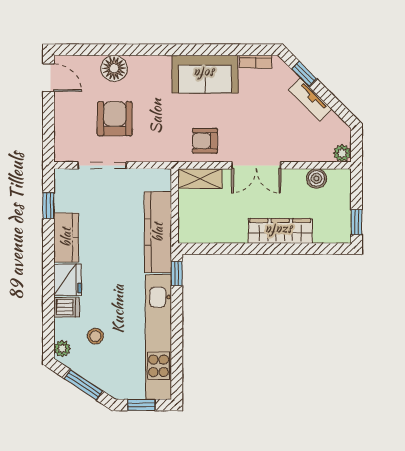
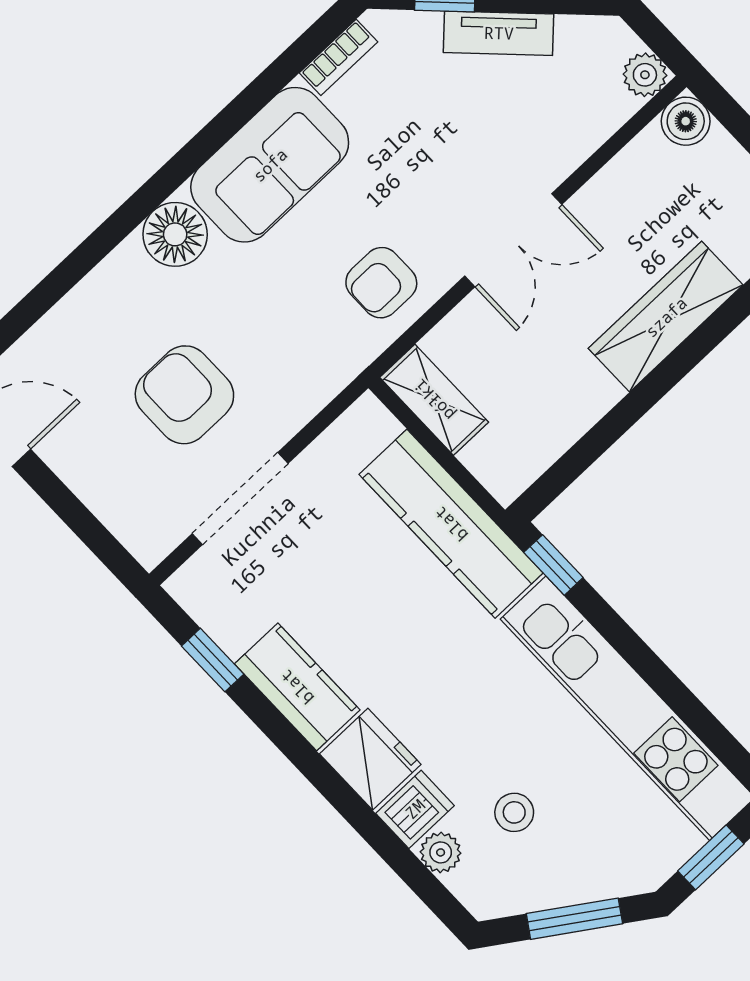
floor lamp: (114, 68) -> (175, 234), moved
shelving: (200, 178) -> (434, 400), moved, turned 90
boiler: (316, 178) -> (686, 121), moved
plant: (62, 349) -> (441, 852), moved

